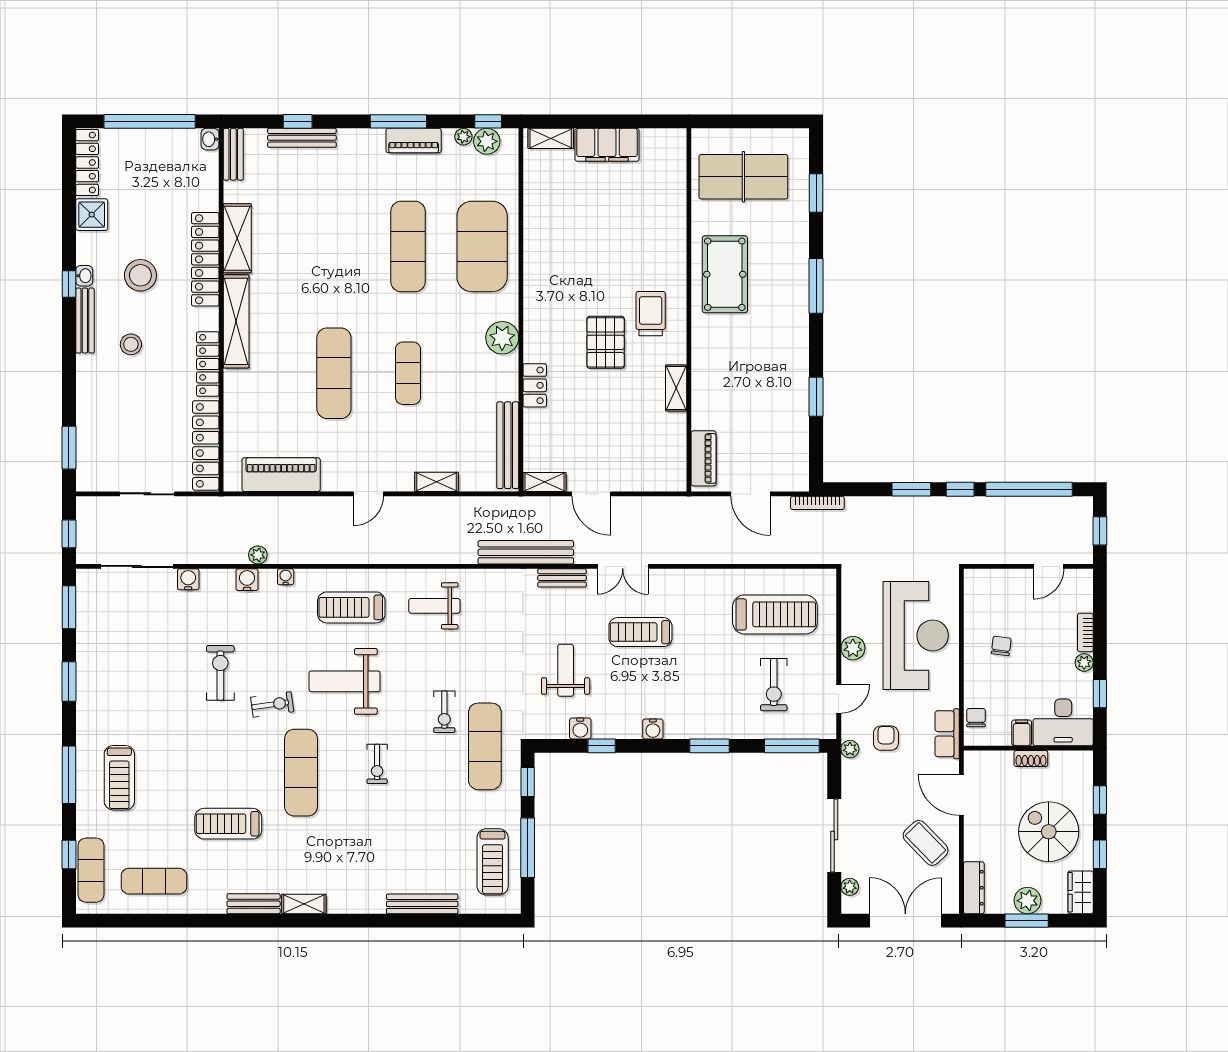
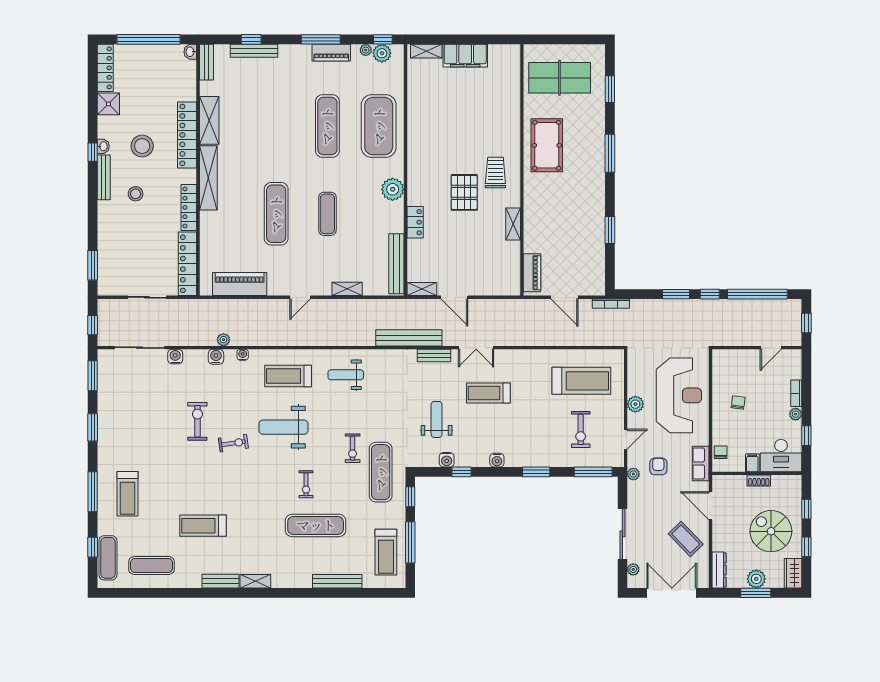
exercise mat: (301, 773) -> (316, 525), moved, turned 90

